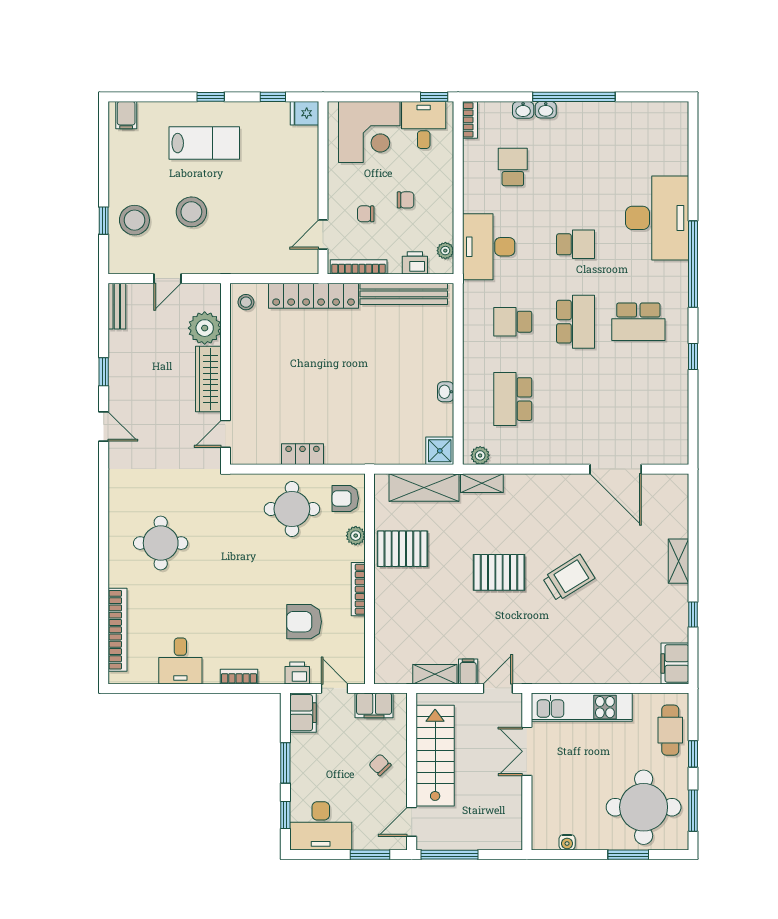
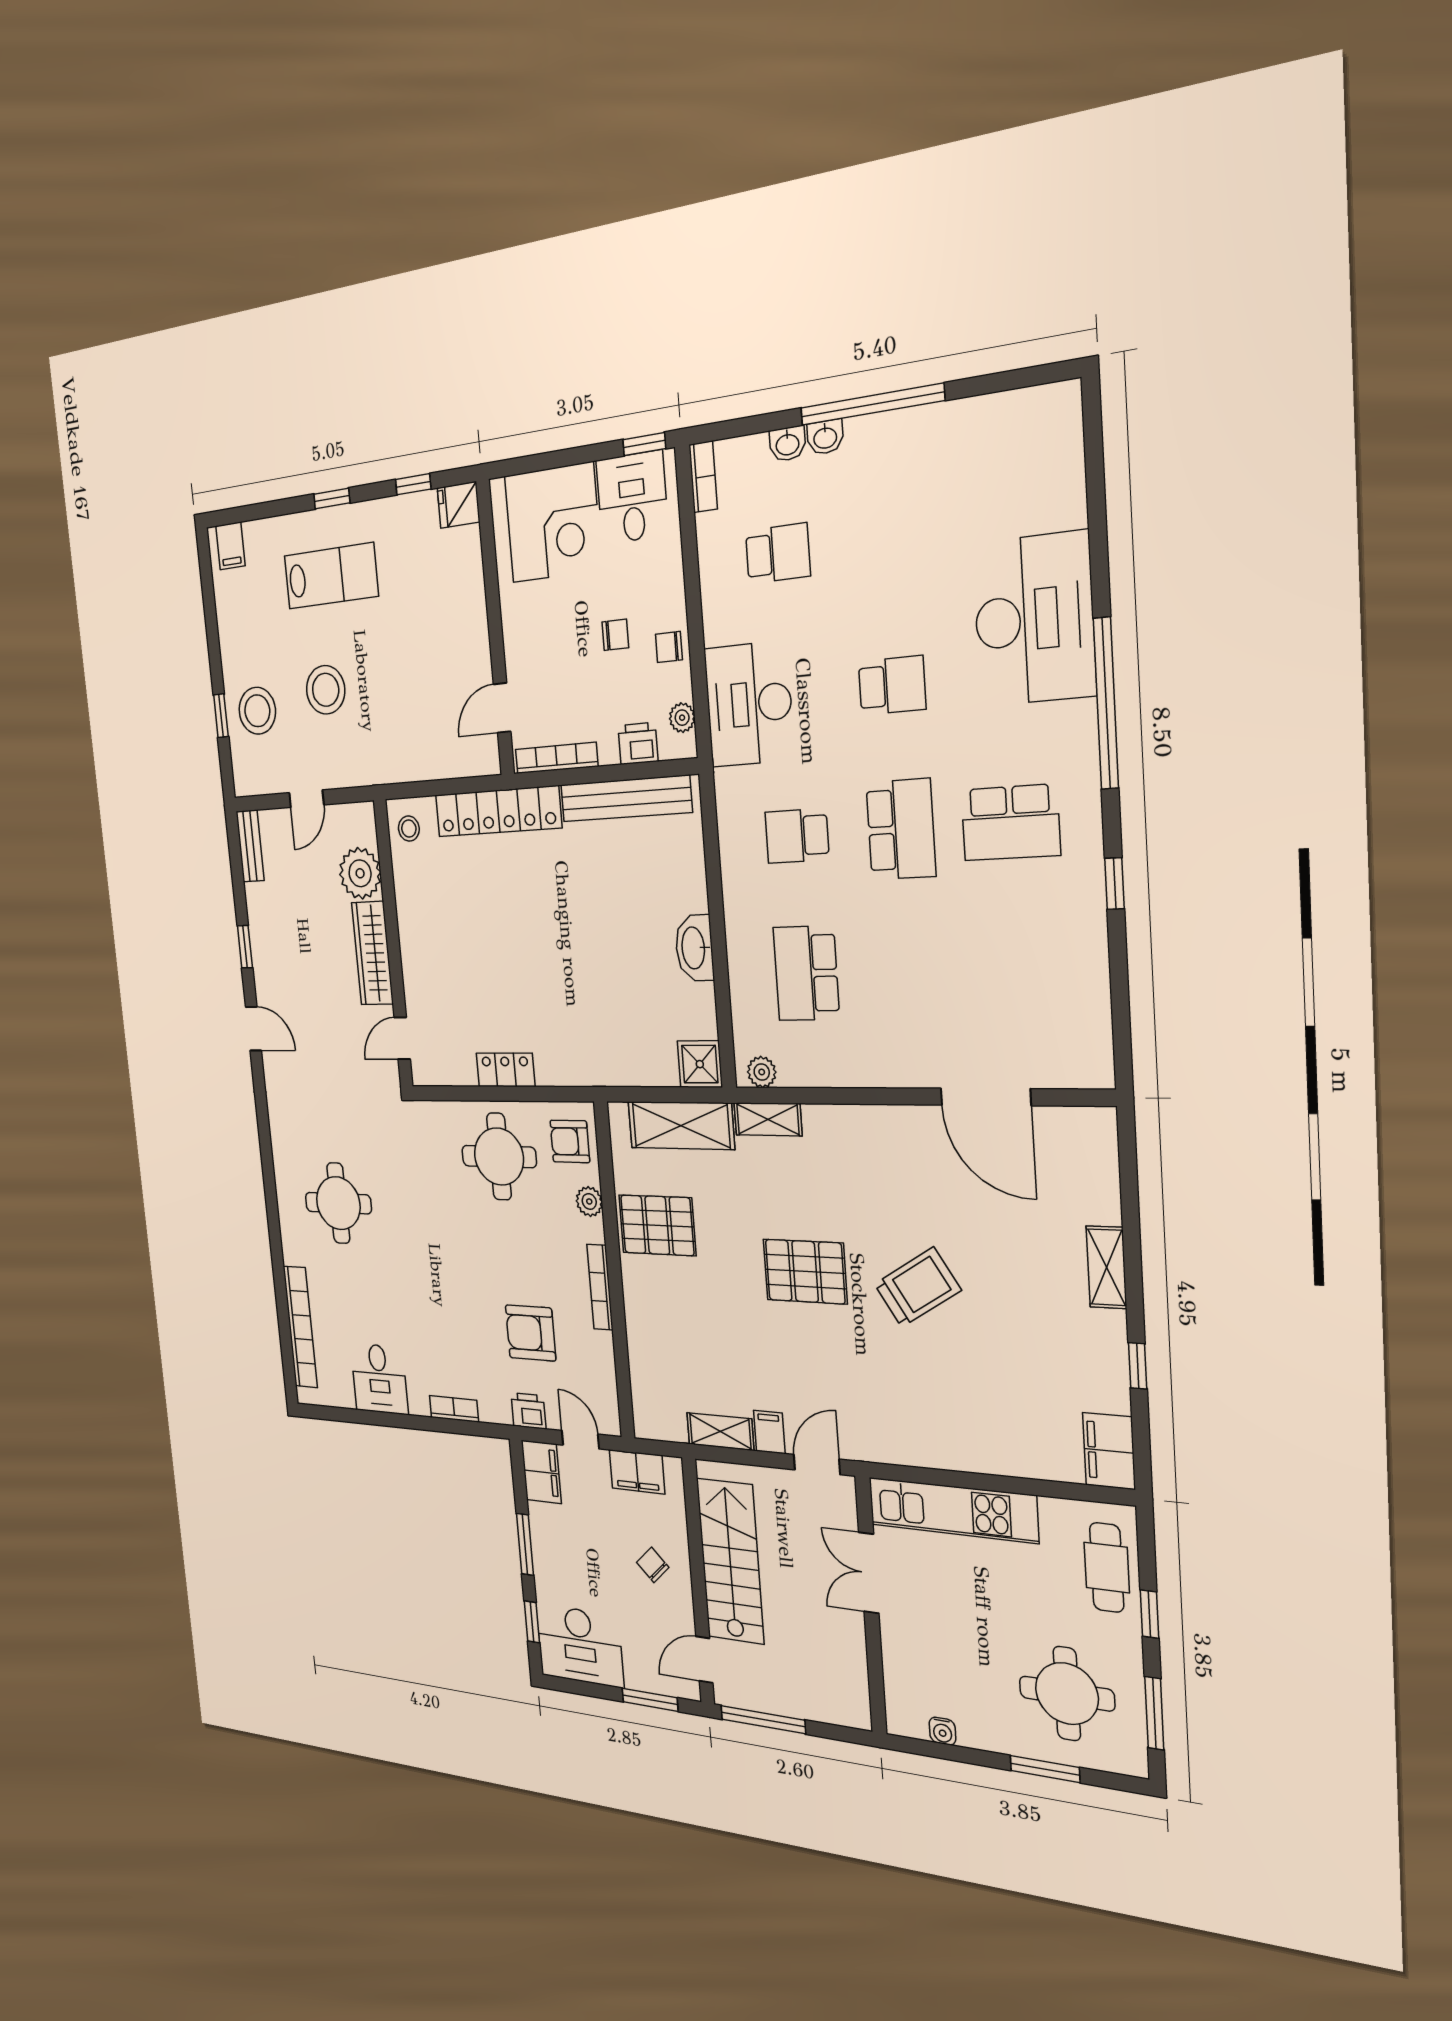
school desk: (513, 167) -> (778, 554), turned 90
chair: (366, 214) -> (669, 647), moved
washbasin: (446, 392) -> (694, 948), width x1.91, depth x1.45
round table: (644, 807) -> (1067, 1694), width x0.73, depth x0.73

